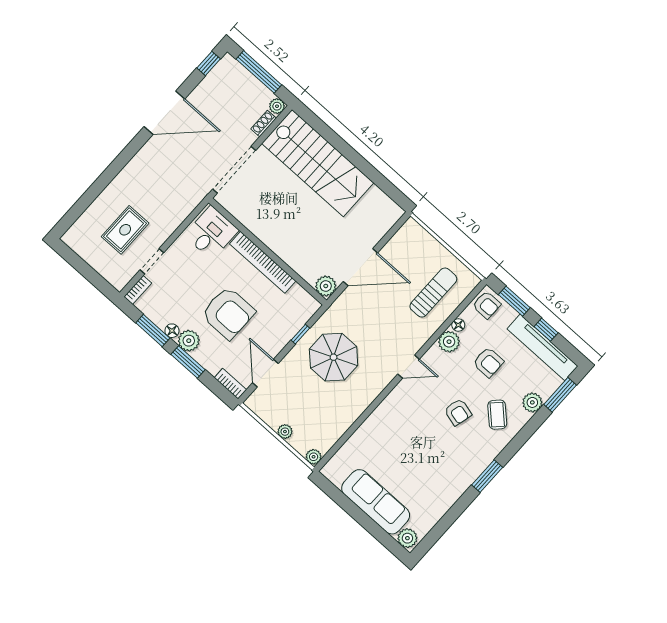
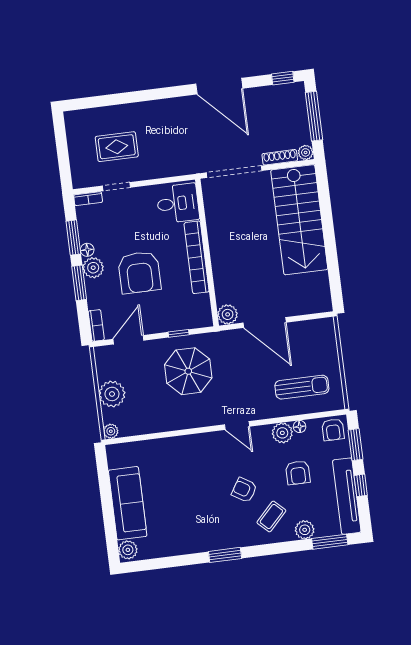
shoe rack: (264, 123) -> (280, 157), width x1.43
armchair: (458, 412) -> (244, 490), turned 107
plant: (285, 432) -> (112, 394), width x1.87, depth x1.87

